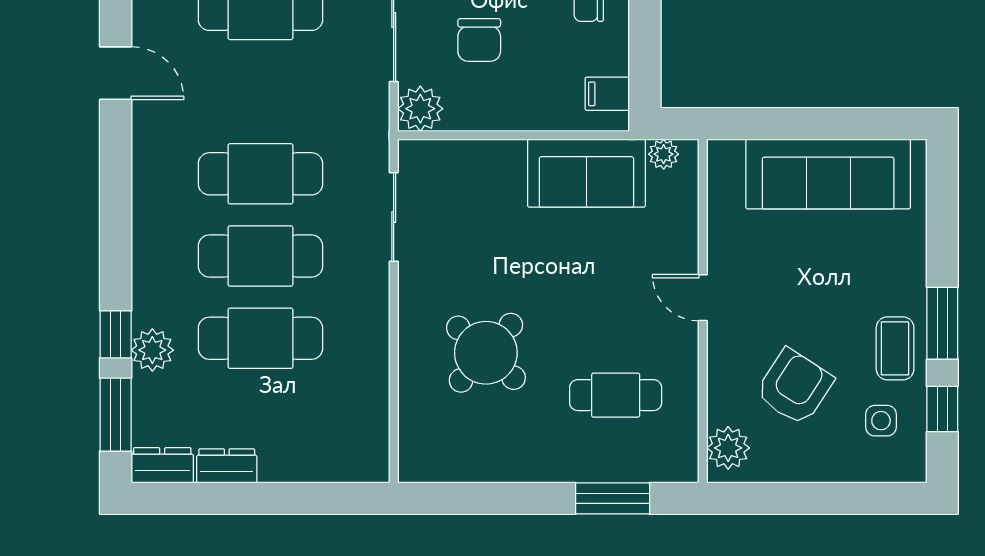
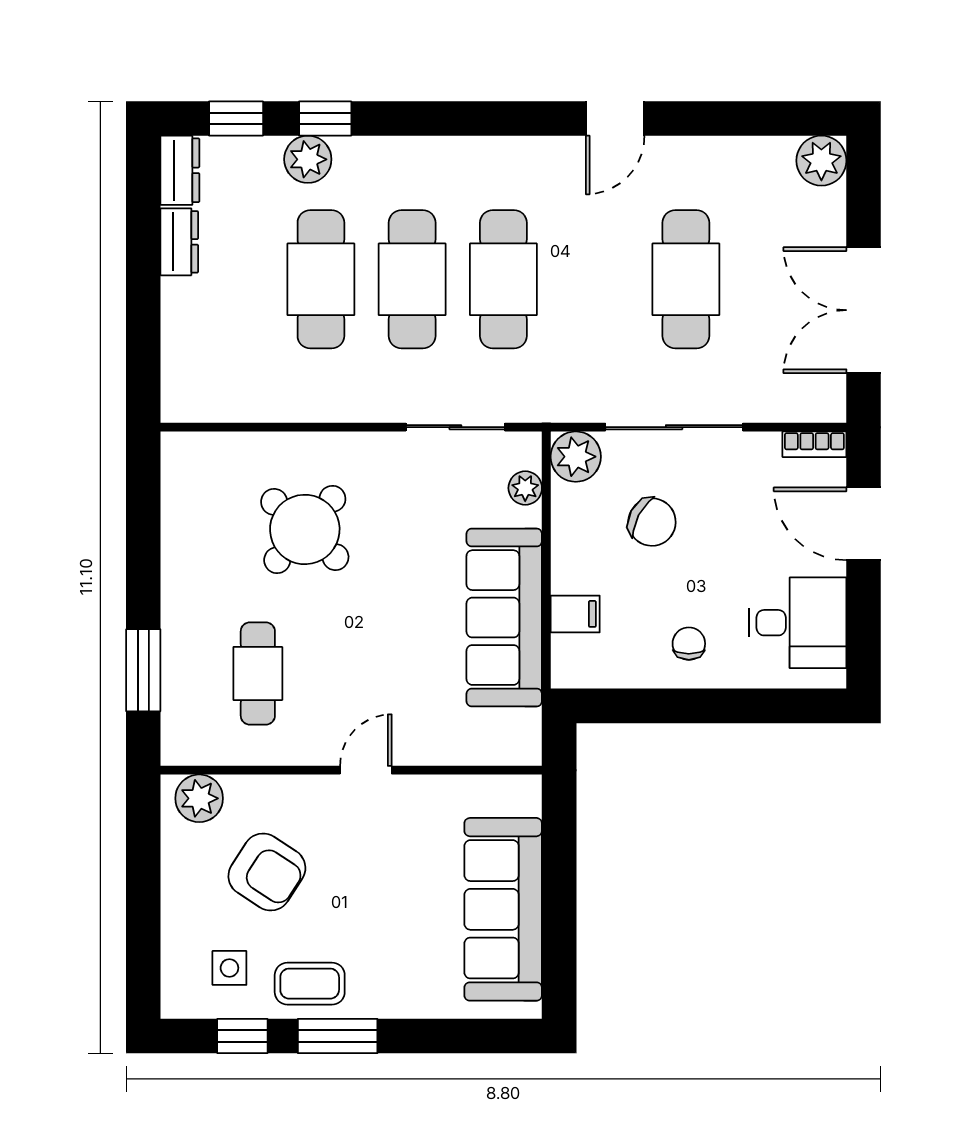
chair: (479, 40) -> (652, 522), turned -152
filing cabinet: (607, 94) -> (575, 614), moved, turned 90
plant: (664, 154) -> (525, 488), moved
sofa: (586, 173) -> (504, 618), width x1.36
window: (116, 415) -> (236, 118), width x0.67

